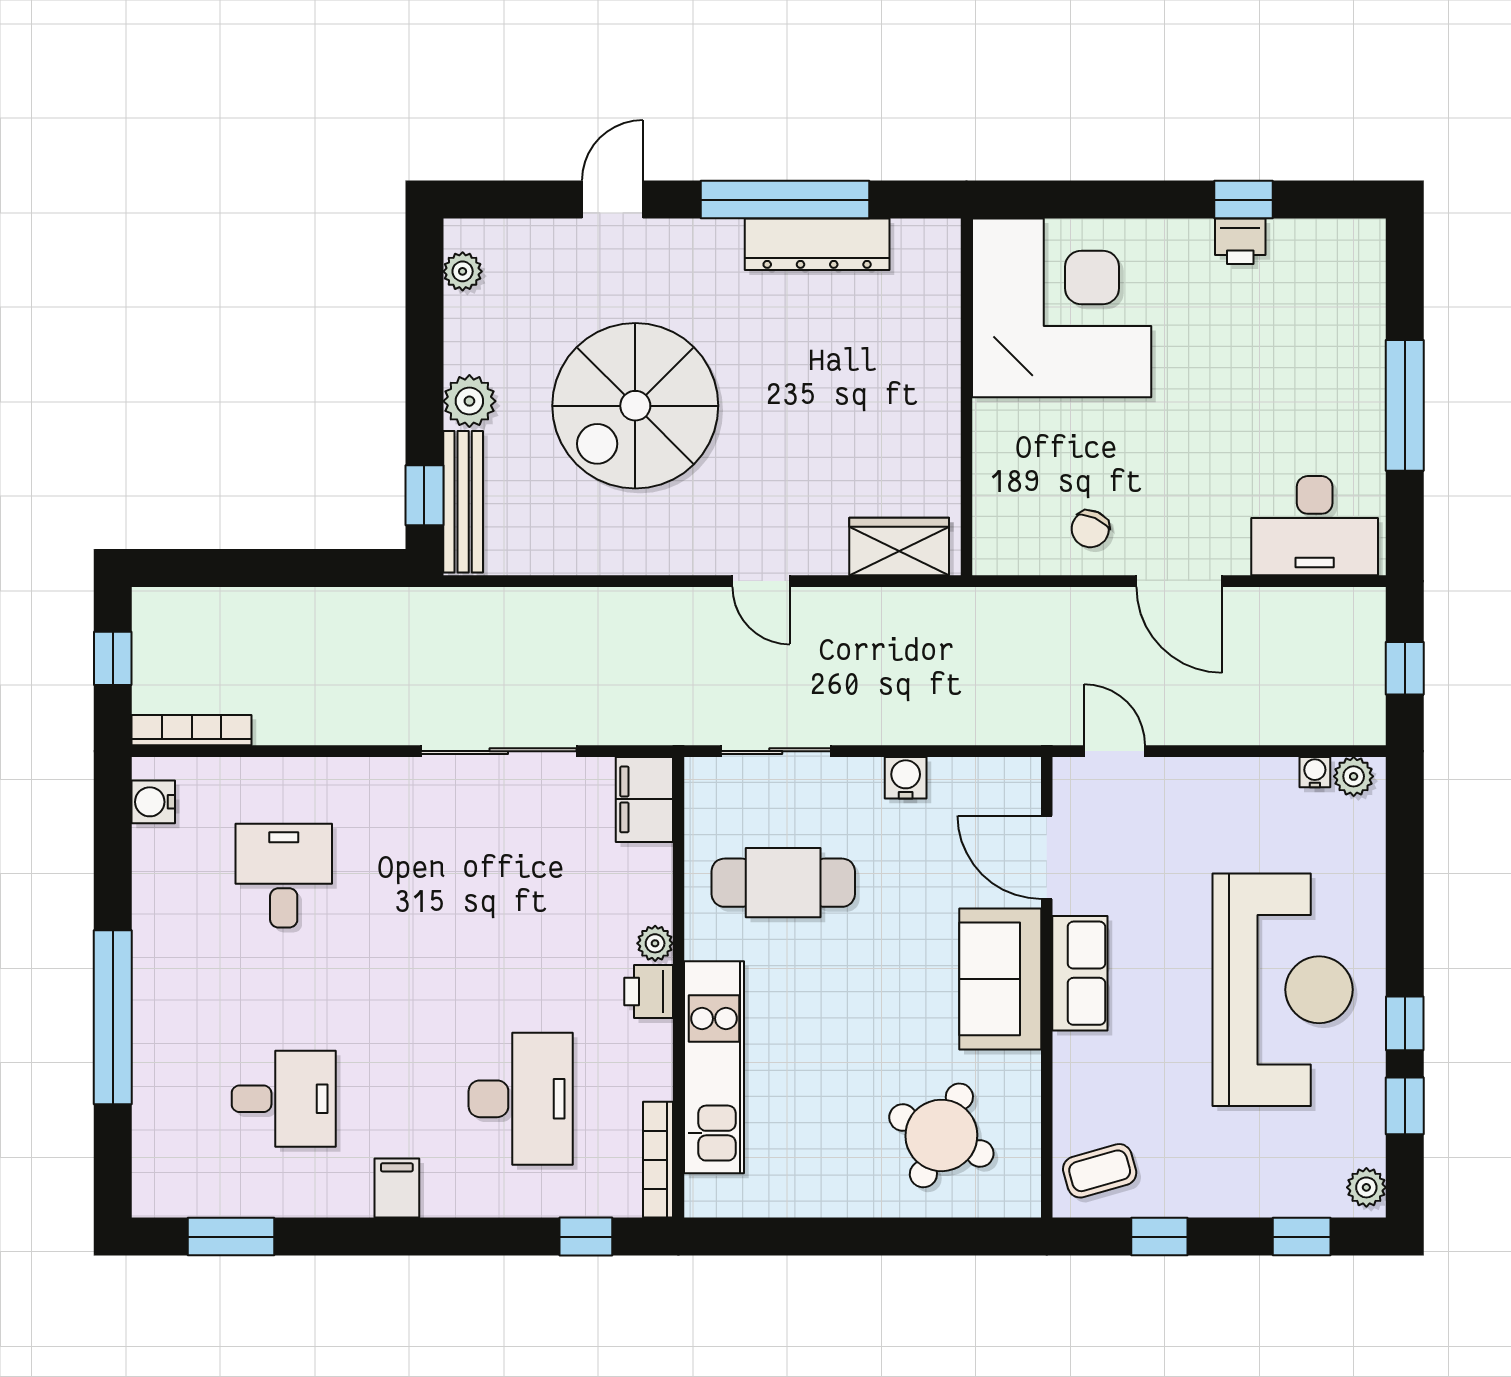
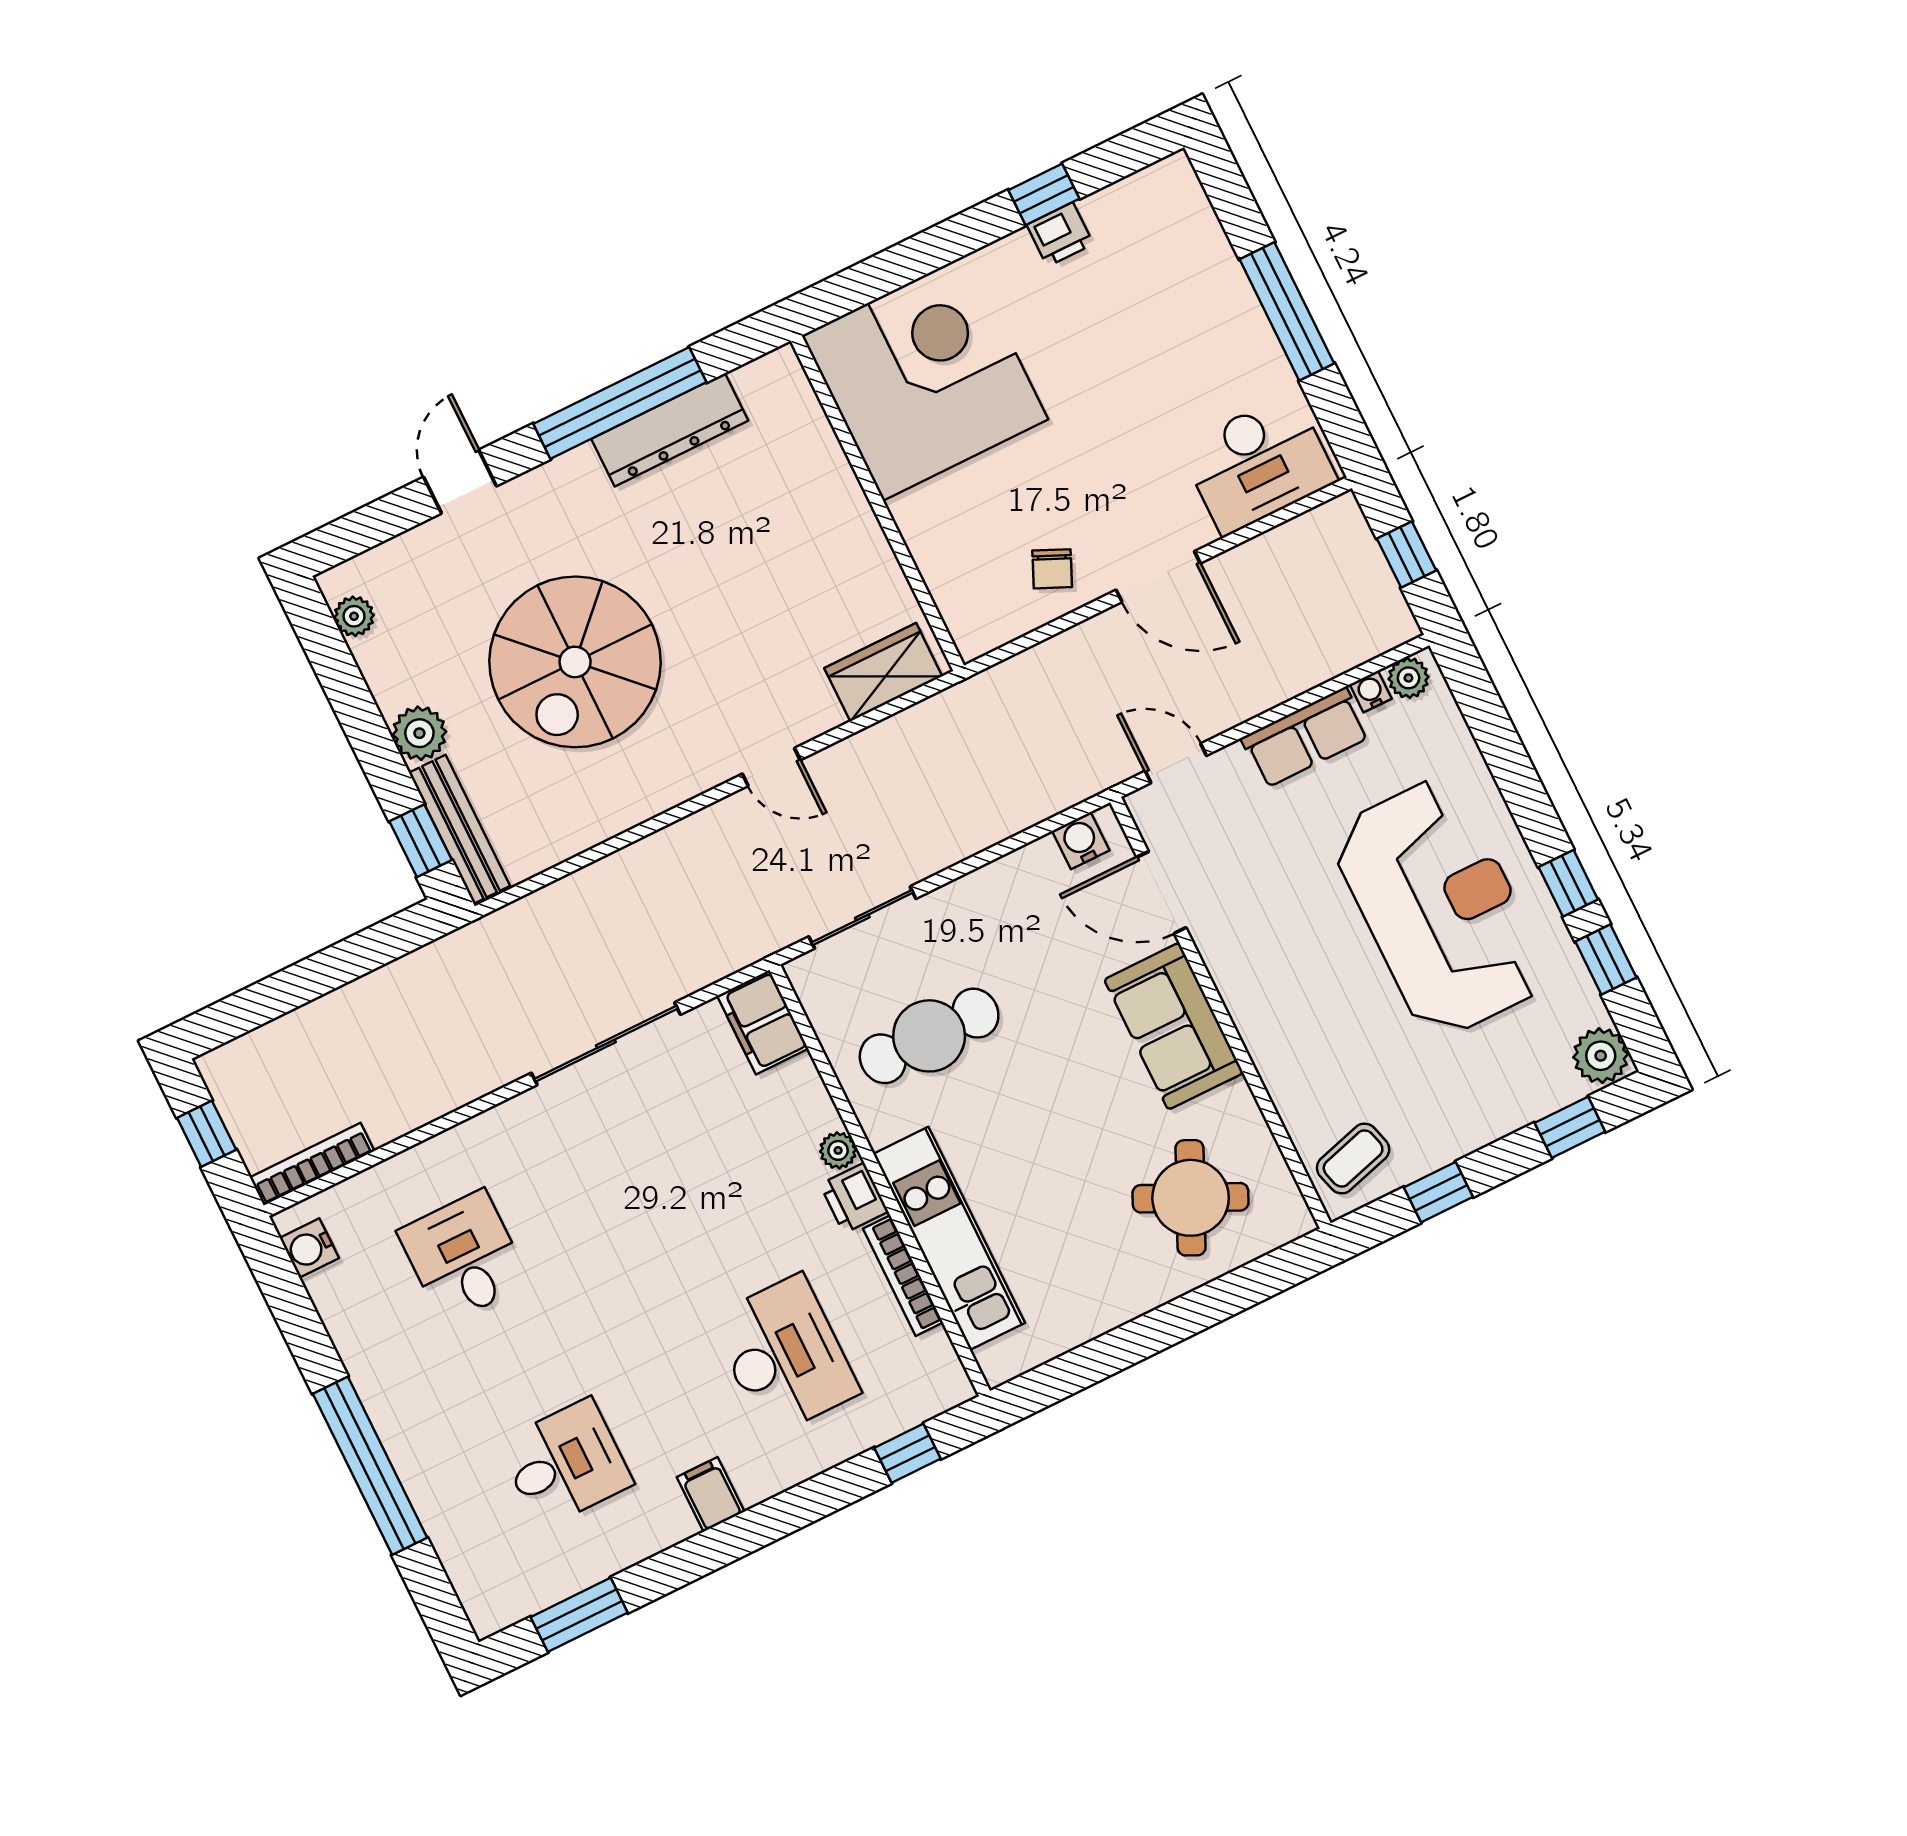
water cooler: (906, 778) -> (1081, 841), moved
row of seats: (1080, 973) -> (1305, 738), moved, turned 90
bookcase: (658, 1160) -> (903, 1276), moved
plant: (1366, 1187) -> (1601, 1056), width x1.38, depth x1.38

